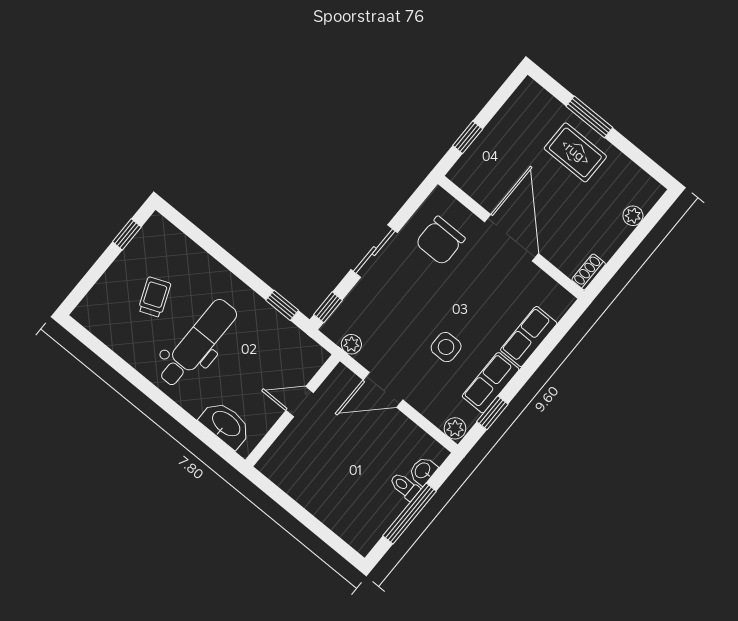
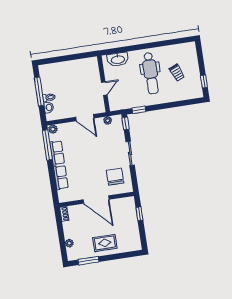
window: (589, 117) -> (89, 261), moved
side table: (446, 347) -> (81, 149), removed
door: (383, 390) -> (85, 118), swing flipped
window: (492, 413) -> (47, 145), width x2.17

